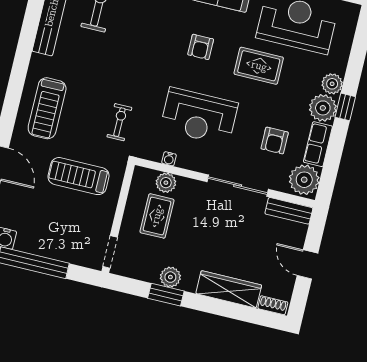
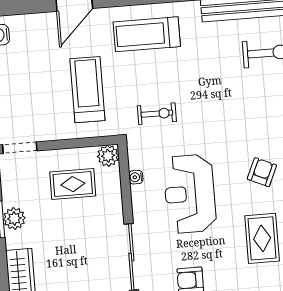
armchair: (201, 47) -> (262, 172), turned 114
plant: (166, 183) -> (108, 156), moved

